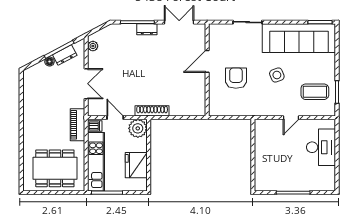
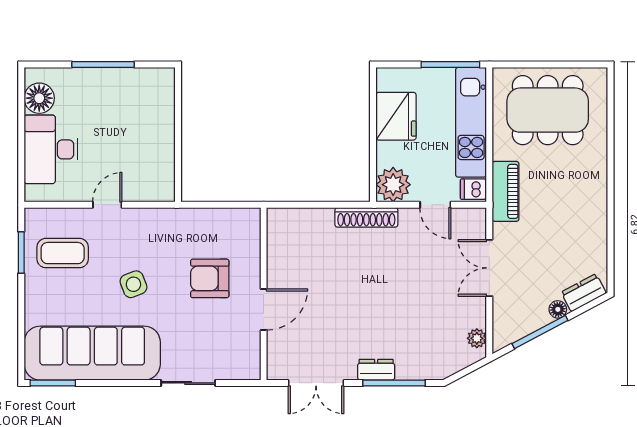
dresser: (65, 55) -> (584, 293), moved
armchair: (236, 78) -> (210, 278), turned 90
floor lamp: (327, 175) -> (39, 98), added

